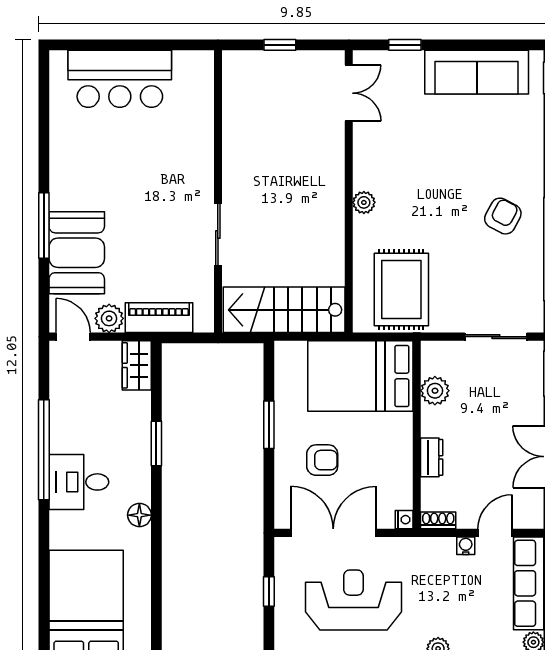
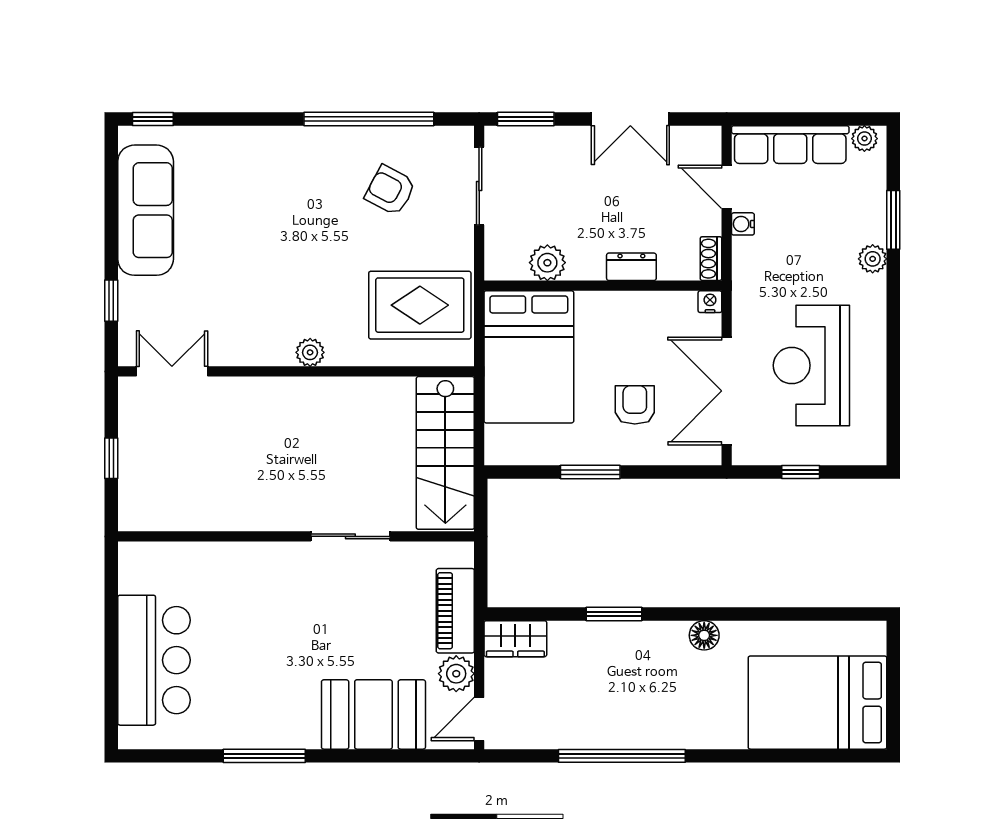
armchair: (503, 216) -> (390, 190), moved
window: (44, 225) -> (264, 756), moved
desk: (79, 482) -> (662, 712), removed

